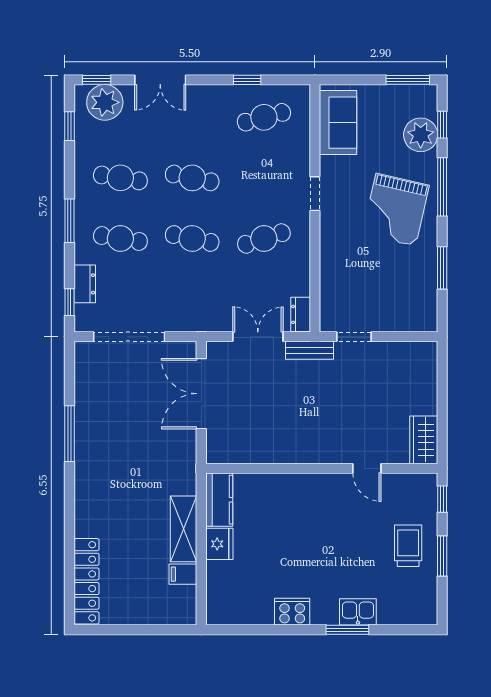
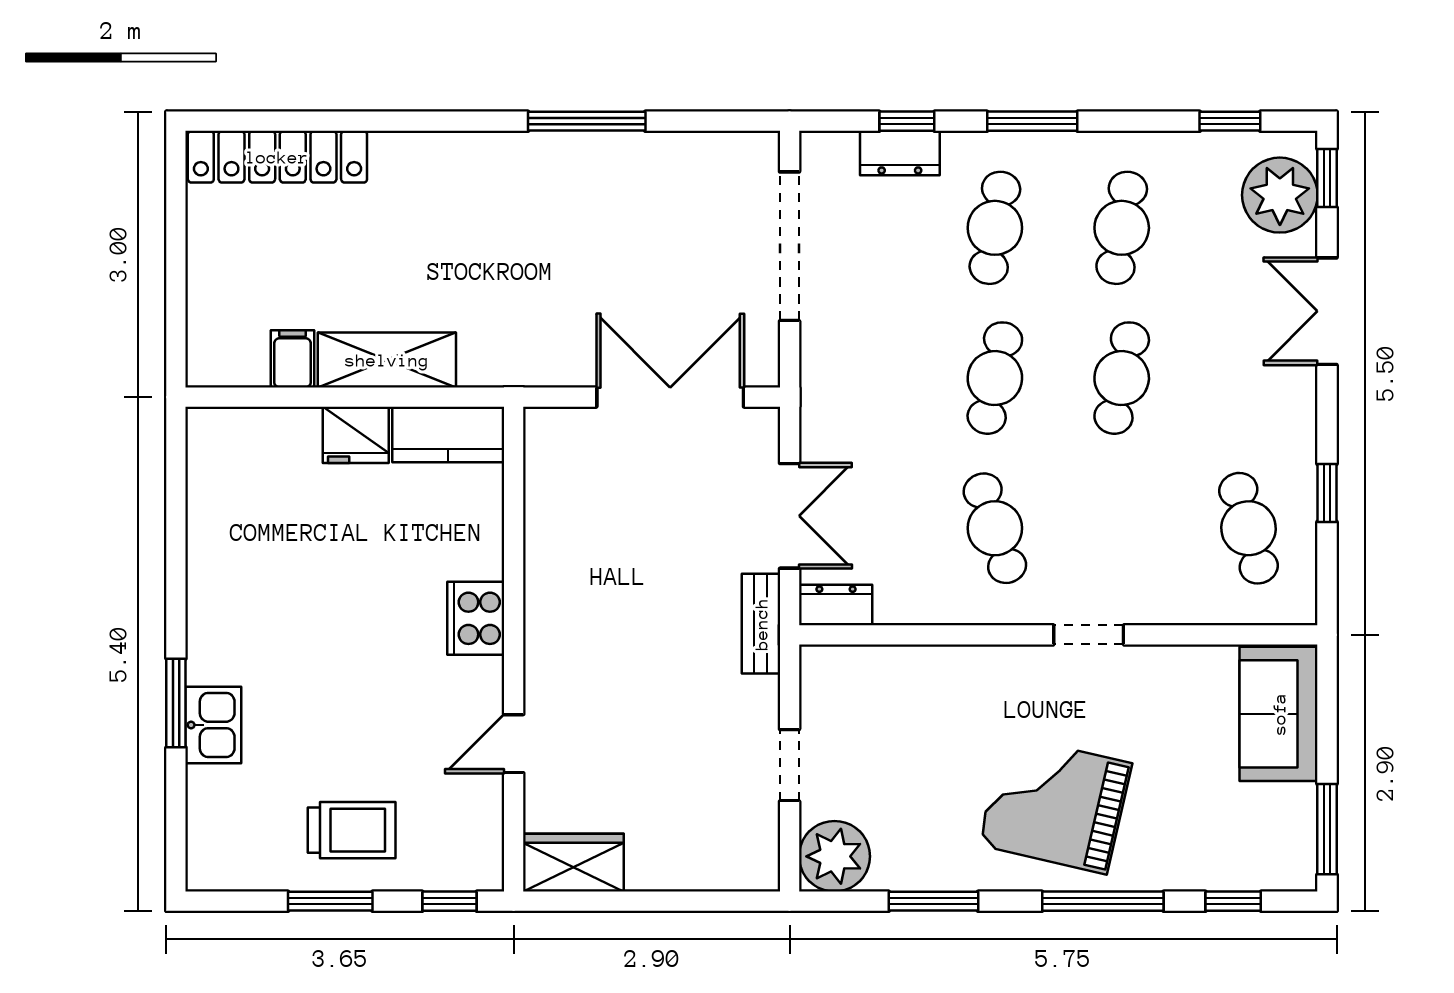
sofa: (338, 123) -> (1279, 714), moved, turned 90
plant: (421, 135) -> (834, 856), moved
window: (69, 302) -> (907, 121), moved
doorway: (354, 337) -> (790, 765), moved
cooker: (292, 612) -> (476, 618), moved, turned 180

